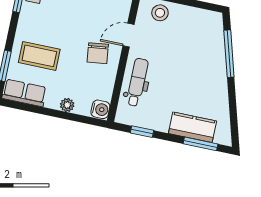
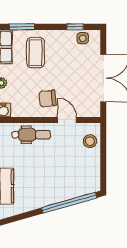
window: (229, 54) -> (69, 203), width x1.46

